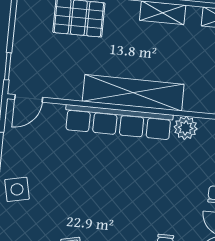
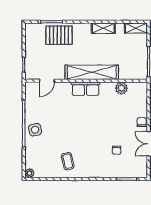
door: (29, 98) -> (47, 81), moved
row of seats: (118, 122) -> (86, 89), width x0.50

